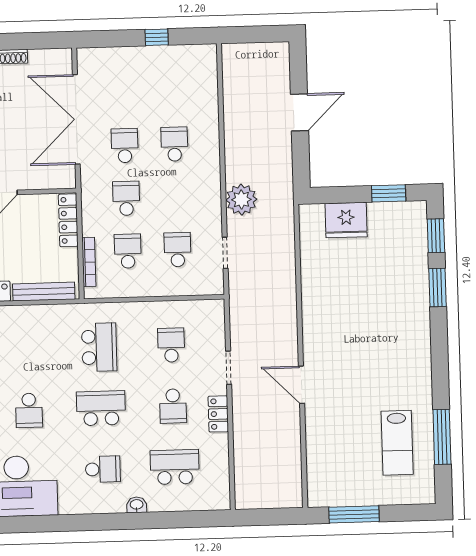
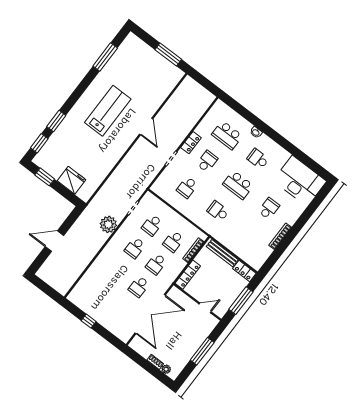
school desk: (174, 144) -> (135, 248), moved
school desk: (99, 347) -> (218, 211), width x0.54
lab bench: (397, 443) -> (108, 111), moved, width x1.36, depth x1.39

